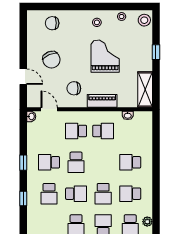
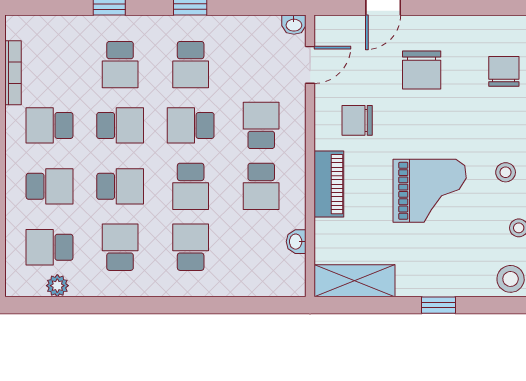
chair: (51, 60) -> (422, 70), turned -67
chair: (74, 88) -> (357, 120), turned -90
school desk: (49, 162) -> (191, 65), turned 180
school desk: (103, 162) -> (191, 186), added
school desk: (49, 194) -> (120, 65), turned -90
school desk: (76, 194) -> (120, 125), turned -90
school desk: (103, 194) -> (120, 186), turned 180

